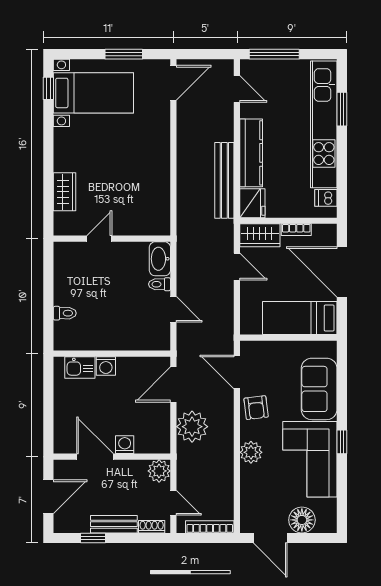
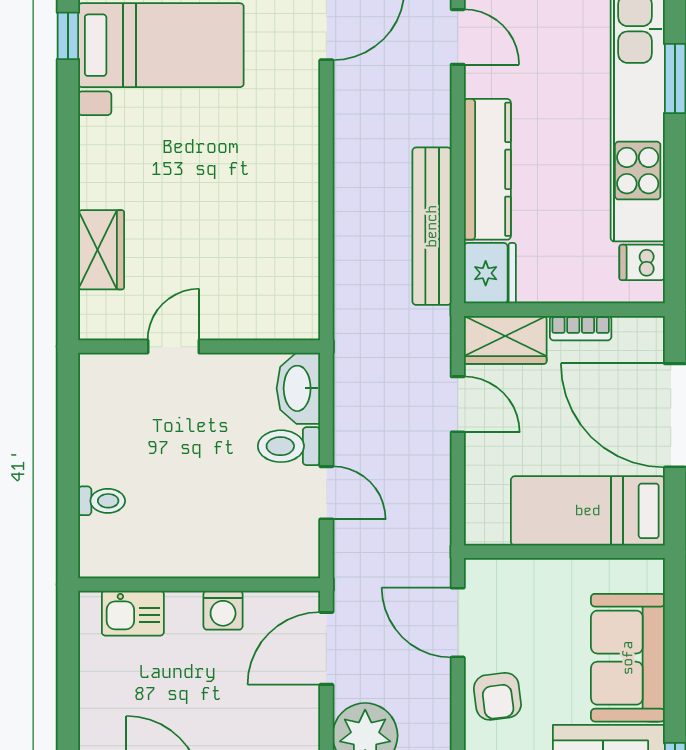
toilet: (160, 284) -> (289, 446), width x1.37, depth x1.39
washing machine: (106, 366) -> (223, 610), moved

